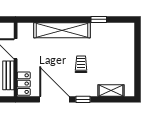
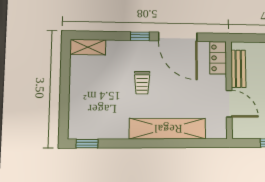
window: (99, 19) -> (87, 144), moved
shelving: (111, 91) -> (88, 47), moved

